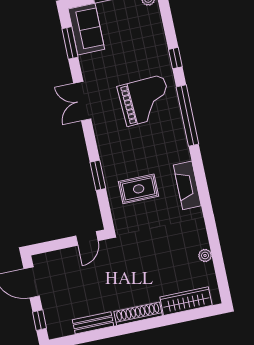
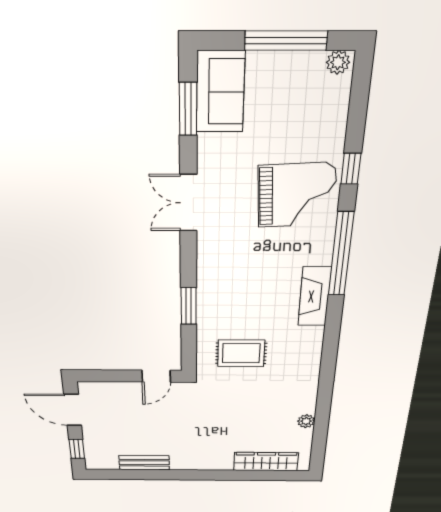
grand piano: (145, 100) -> (297, 195), moved
fireplace: (187, 185) -> (315, 297), moved
rug: (139, 189) -> (241, 353), moved
shoe rack: (138, 314) -> (203, 463), removed

